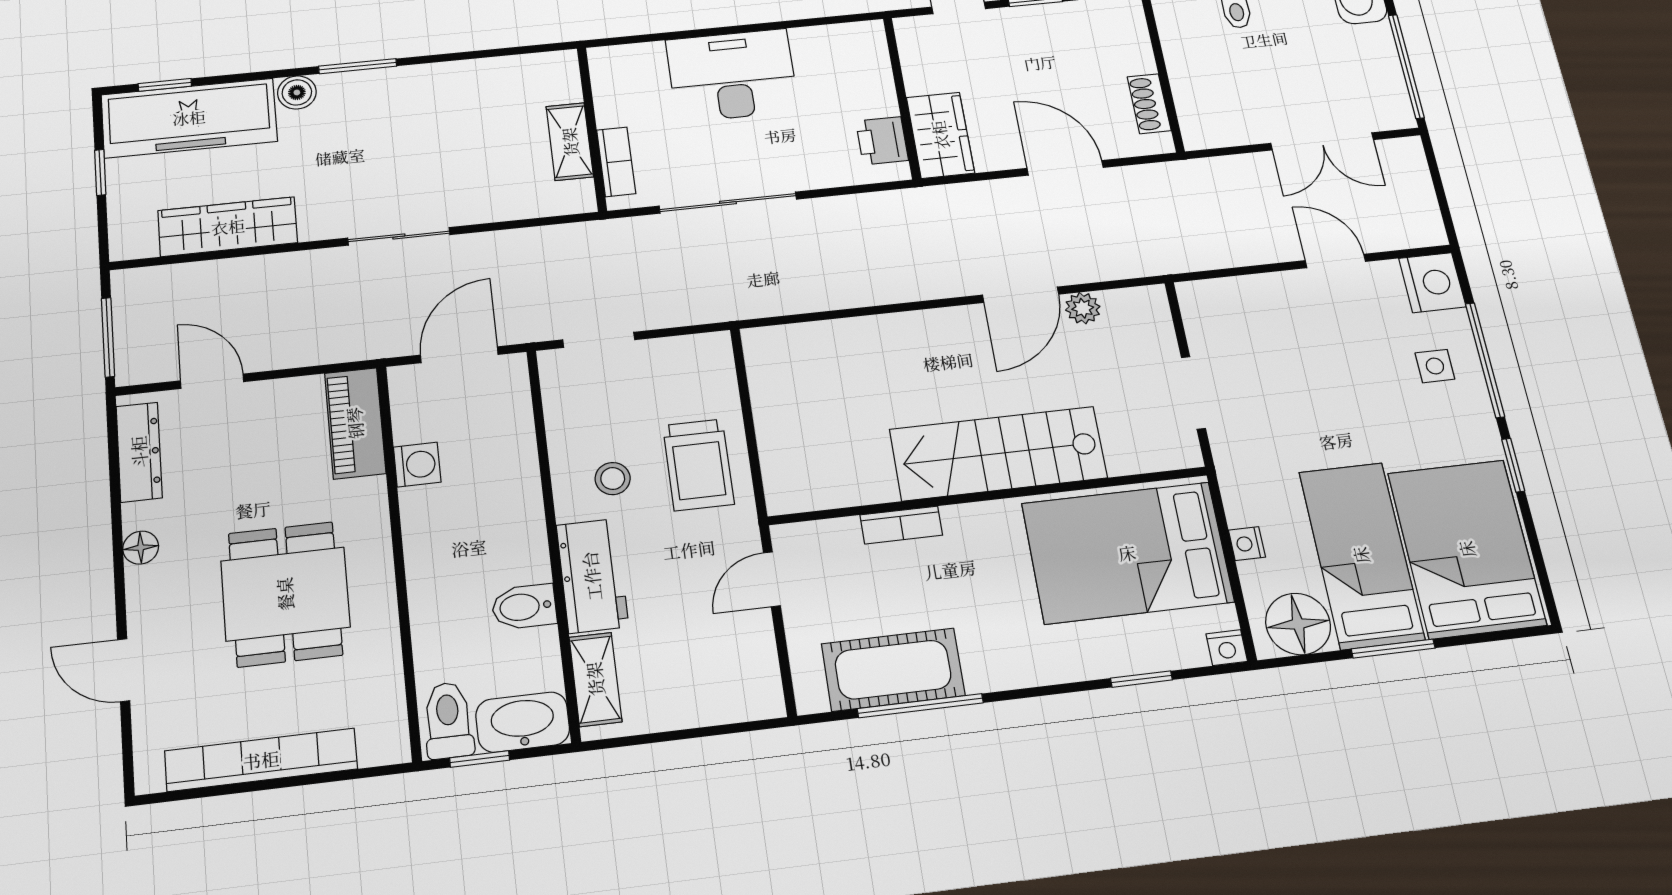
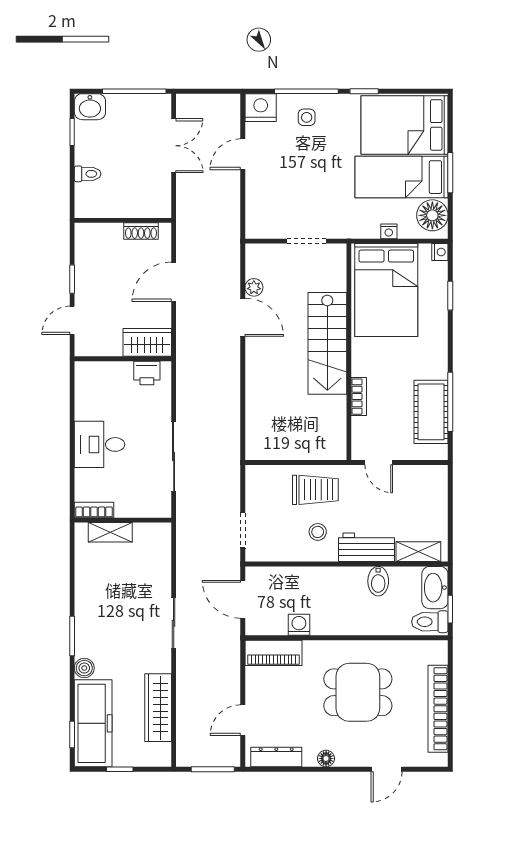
desk: (732, 75) -> (100, 444), width x0.73
shelving: (570, 142) -> (110, 532), moved
bookcase: (616, 162) -> (94, 510), moved

